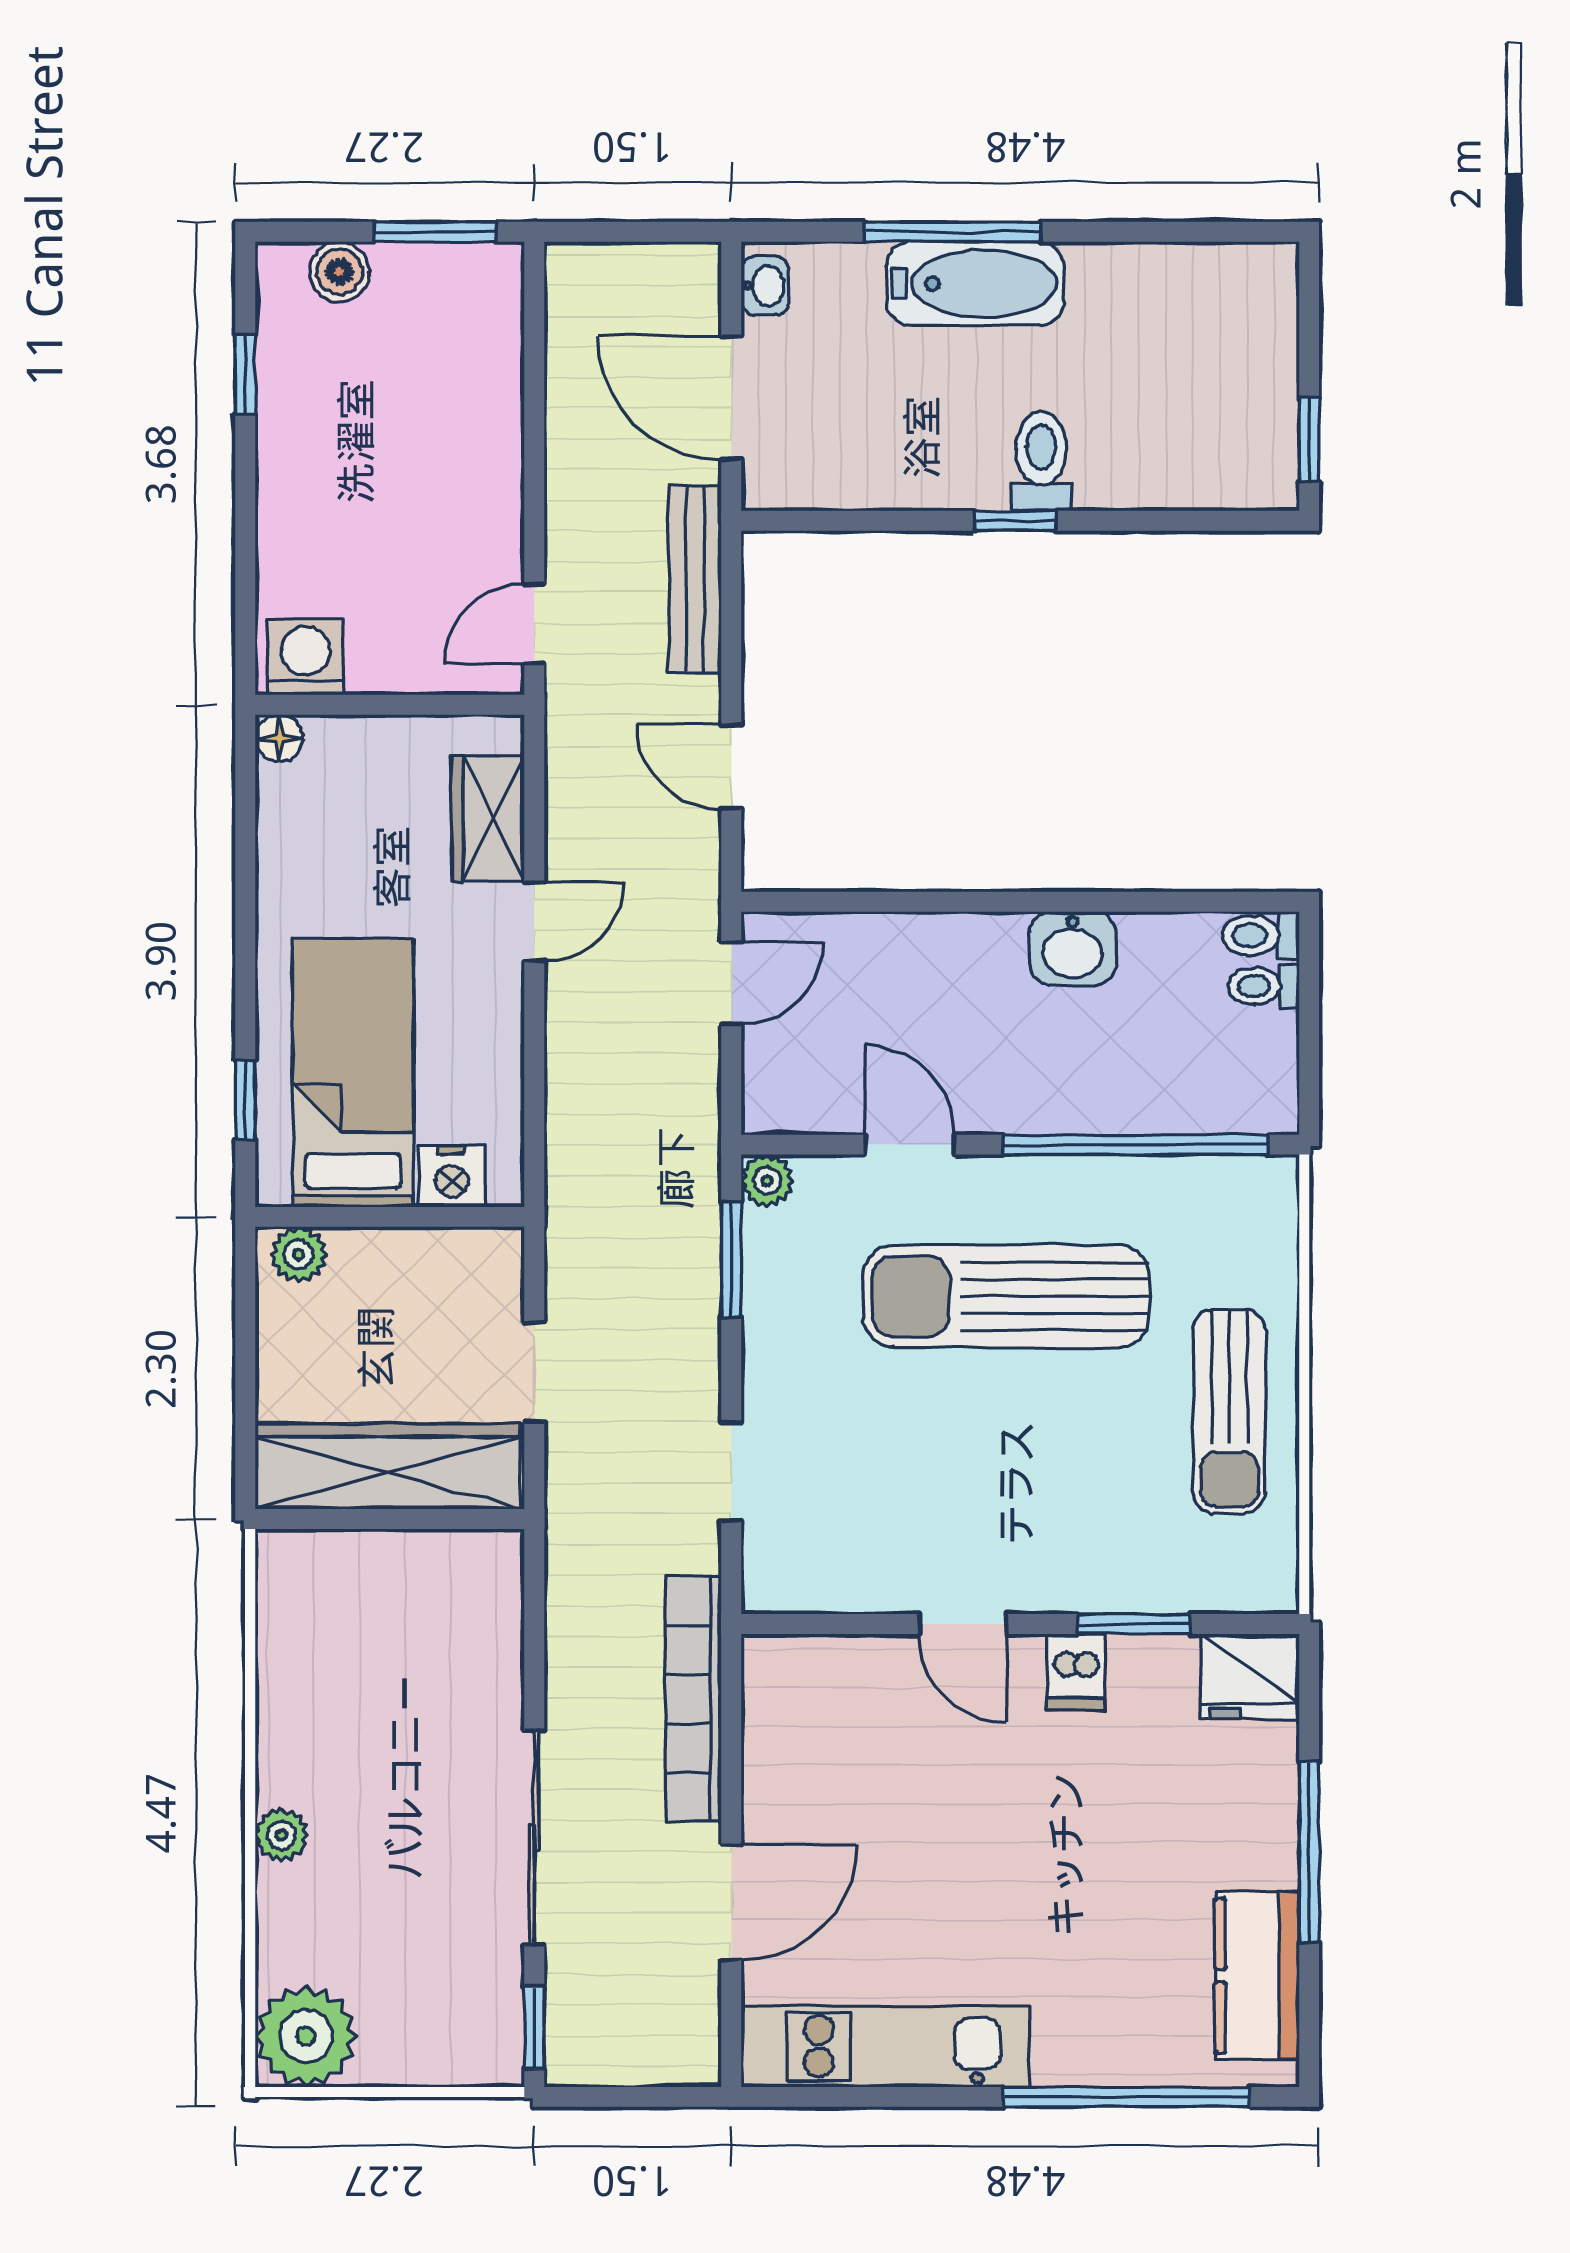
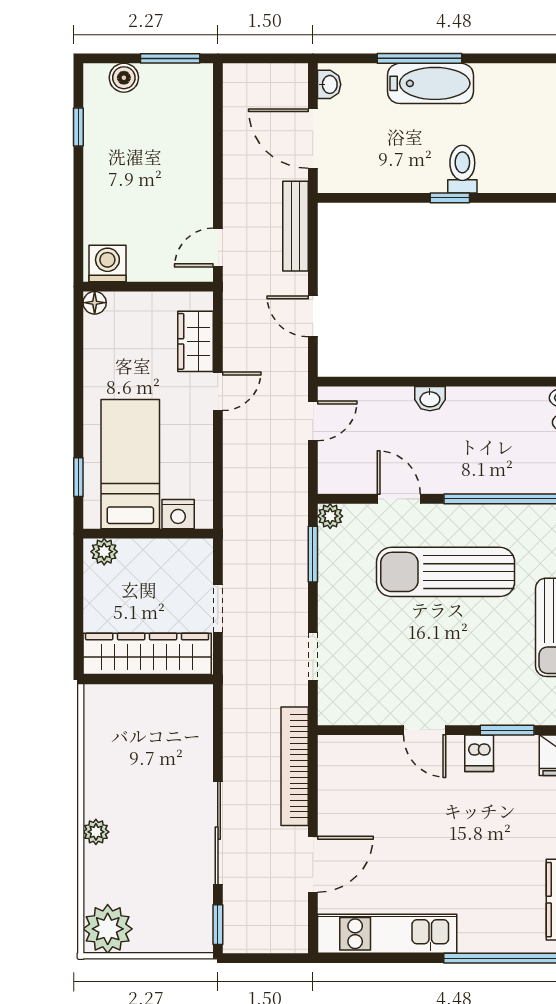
washbasin: (1073, 948) -> (430, 399), moved, width x0.72, depth x0.69

